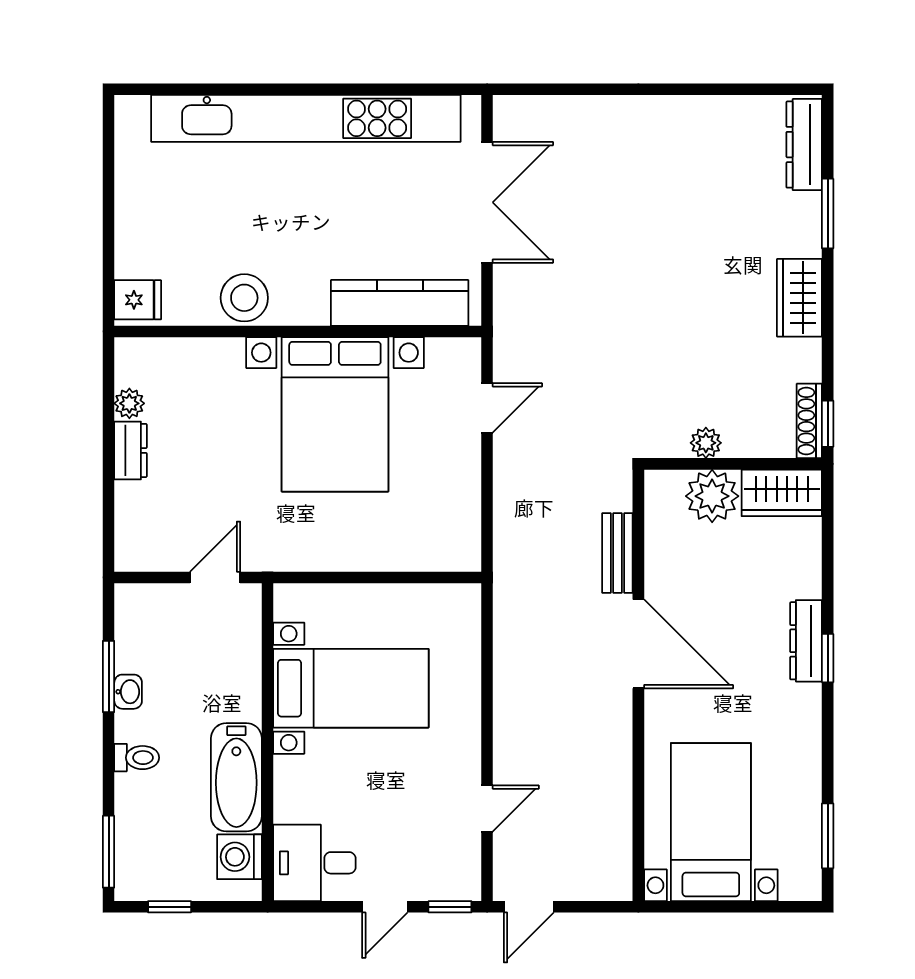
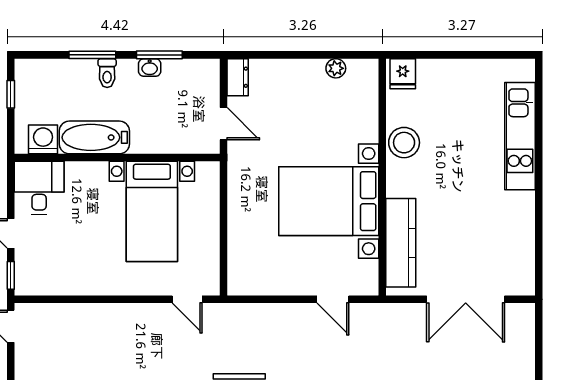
kitchen unit: (306, 118) -> (520, 136), width x0.54
dresser: (131, 450) -> (238, 77), moved, turned -90
door: (487, 809) -> (187, 299), moved
window: (109, 852) -> (92, 55), moved

